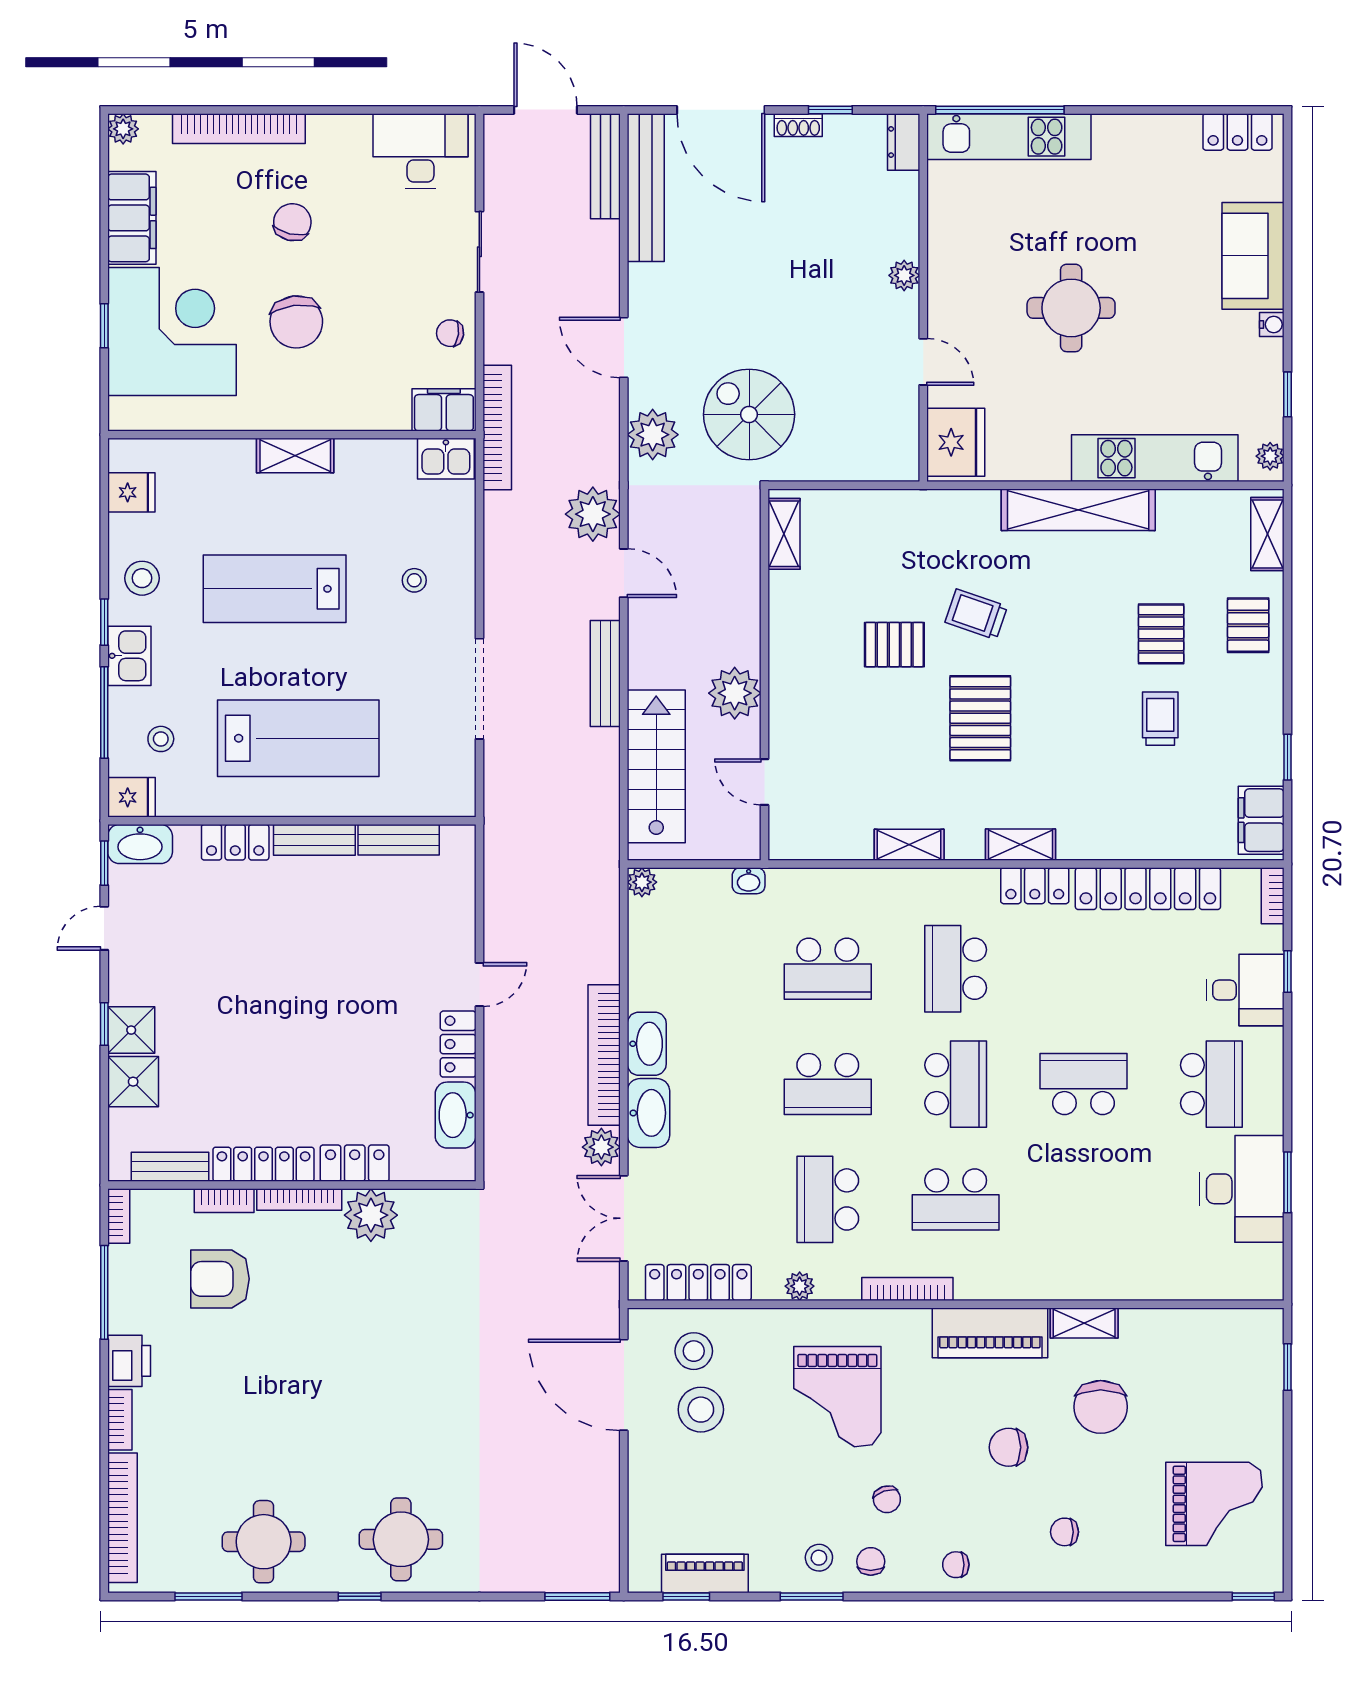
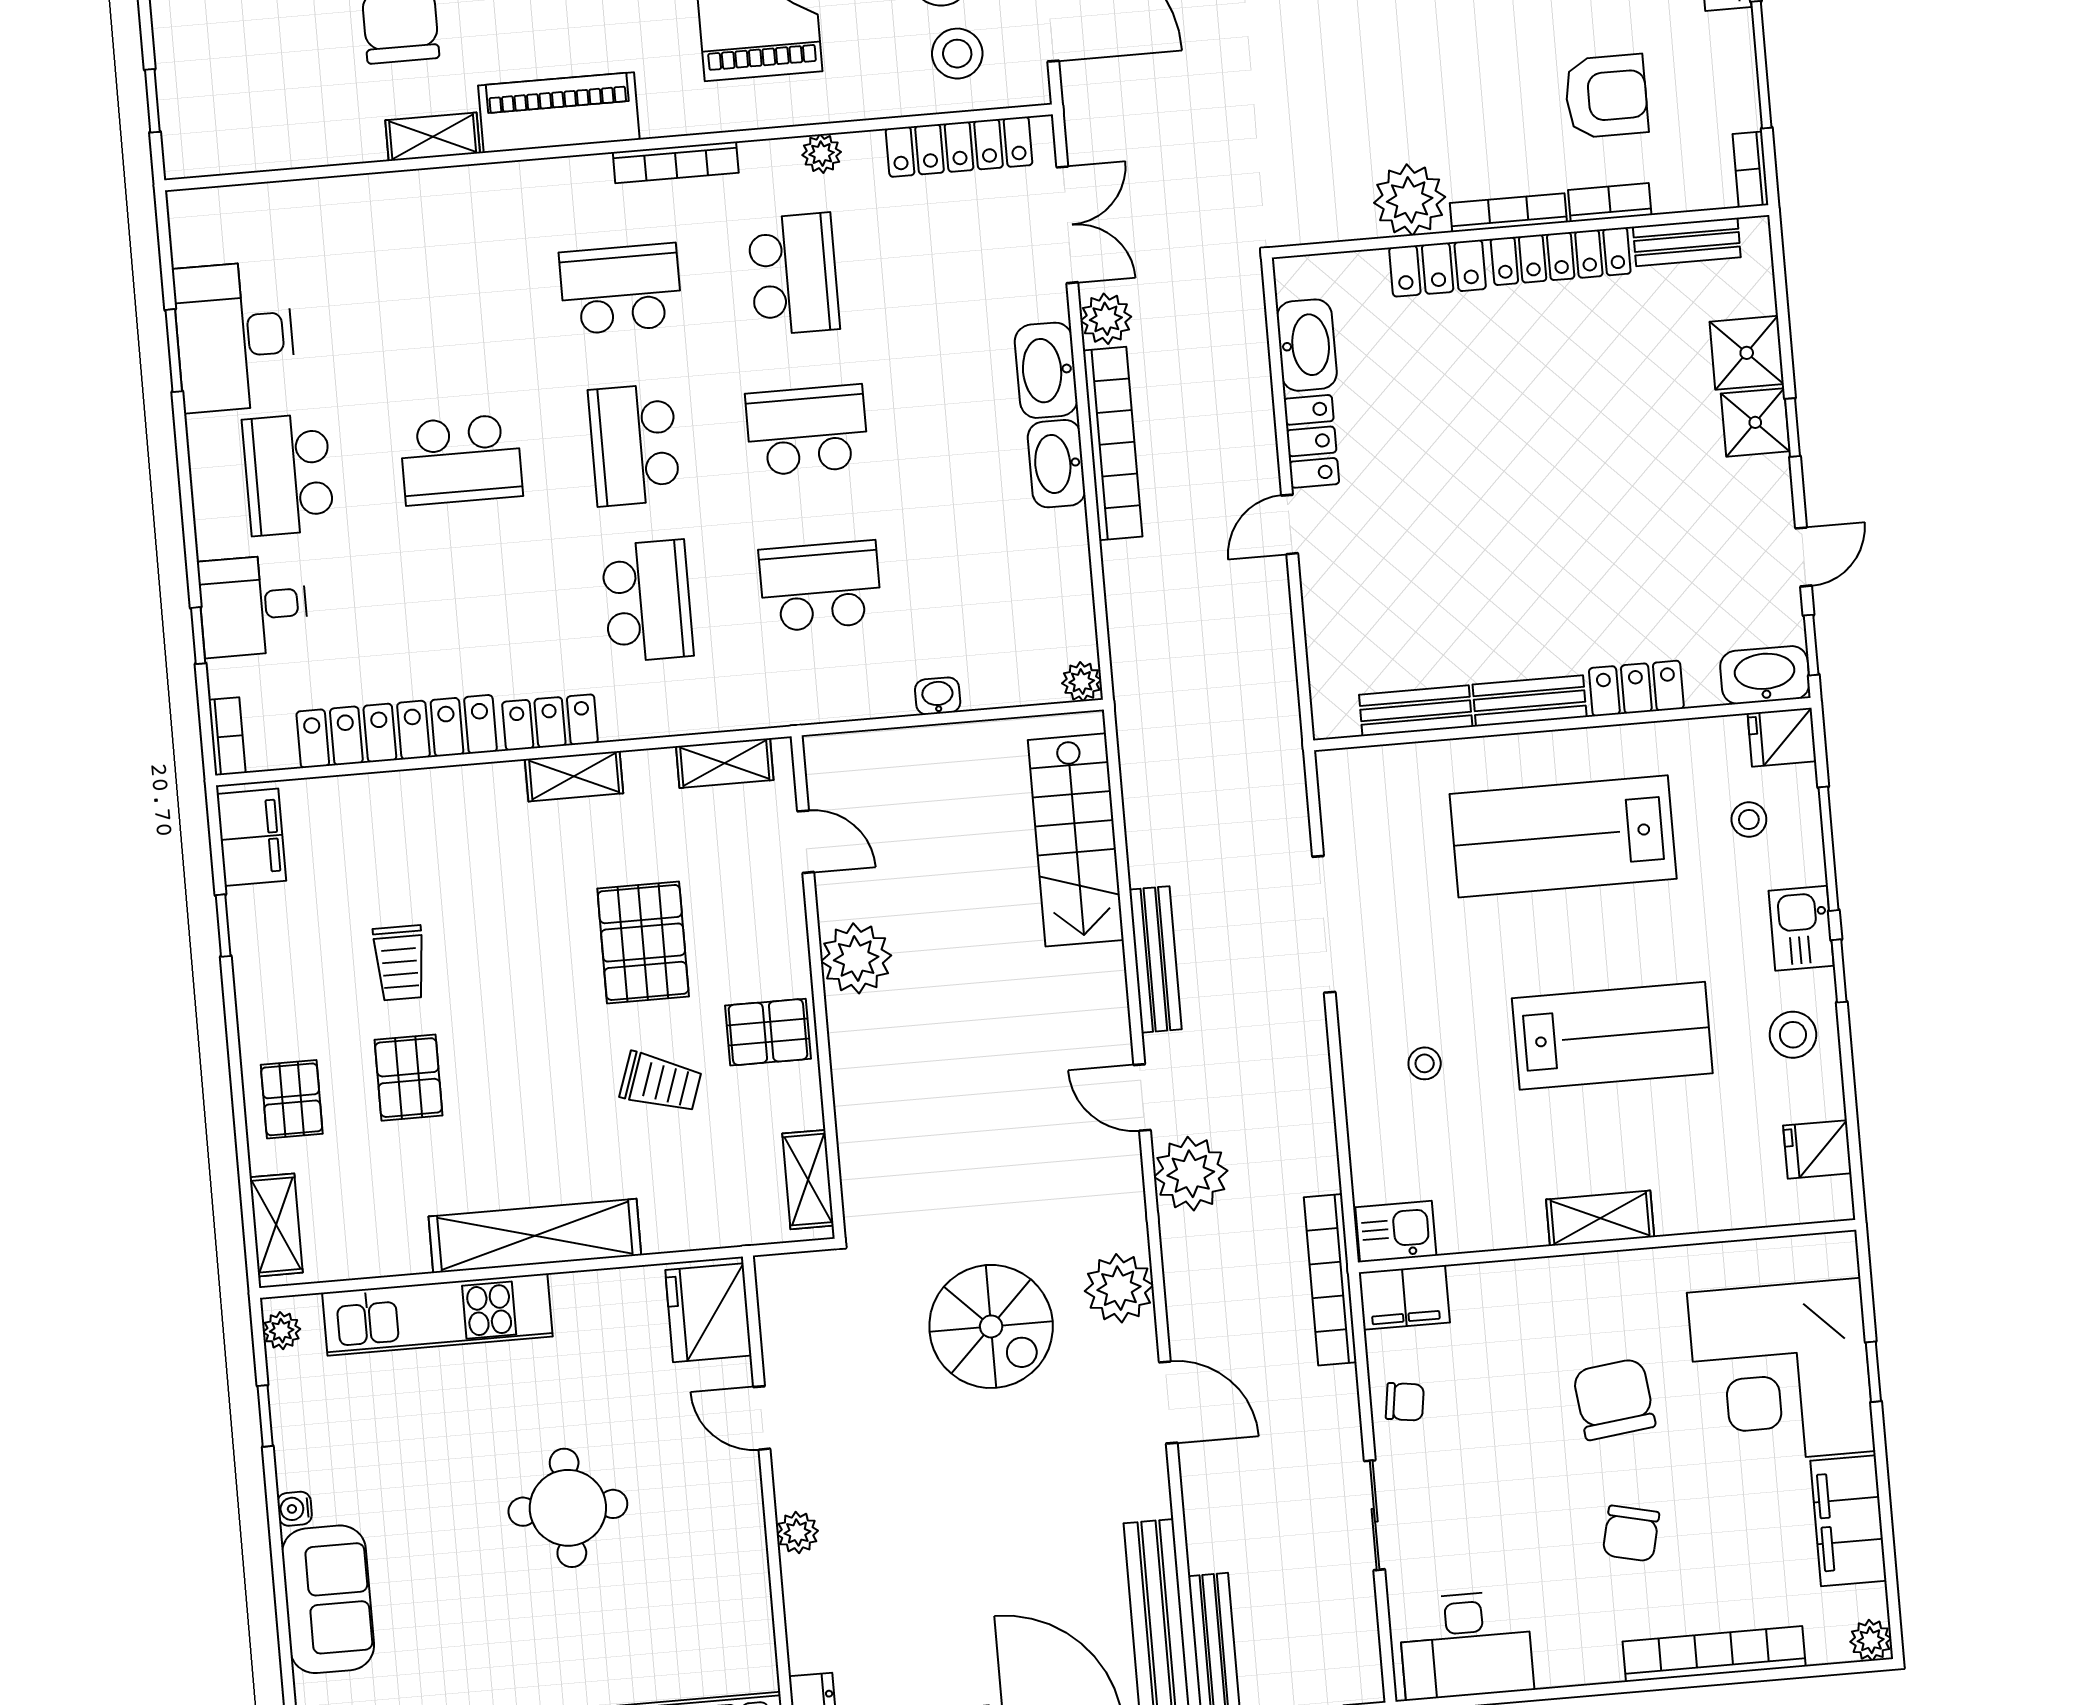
shelving: (784, 534) -> (808, 1180), moved
wall: (764, 675) -> (818, 987), moved
plant: (735, 693) -> (856, 958), moved
door: (764, 782) -> (806, 842), moved

